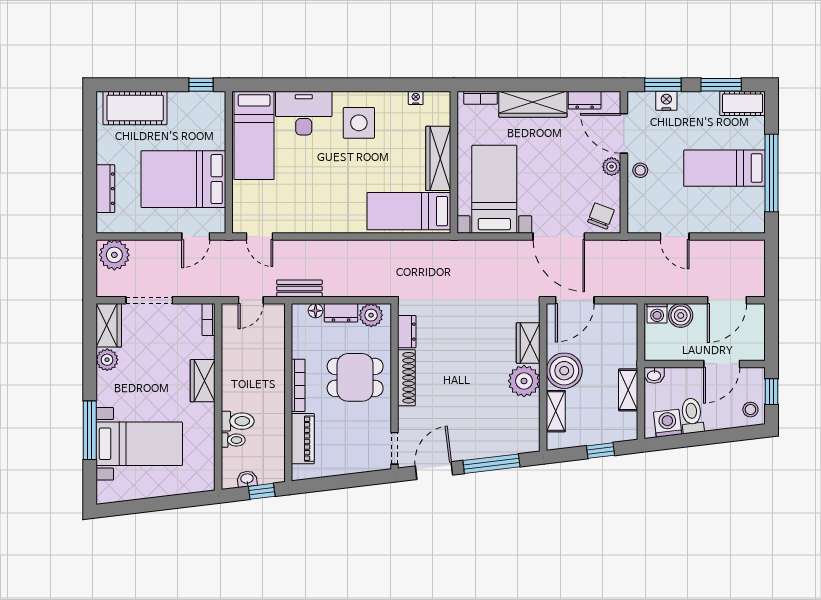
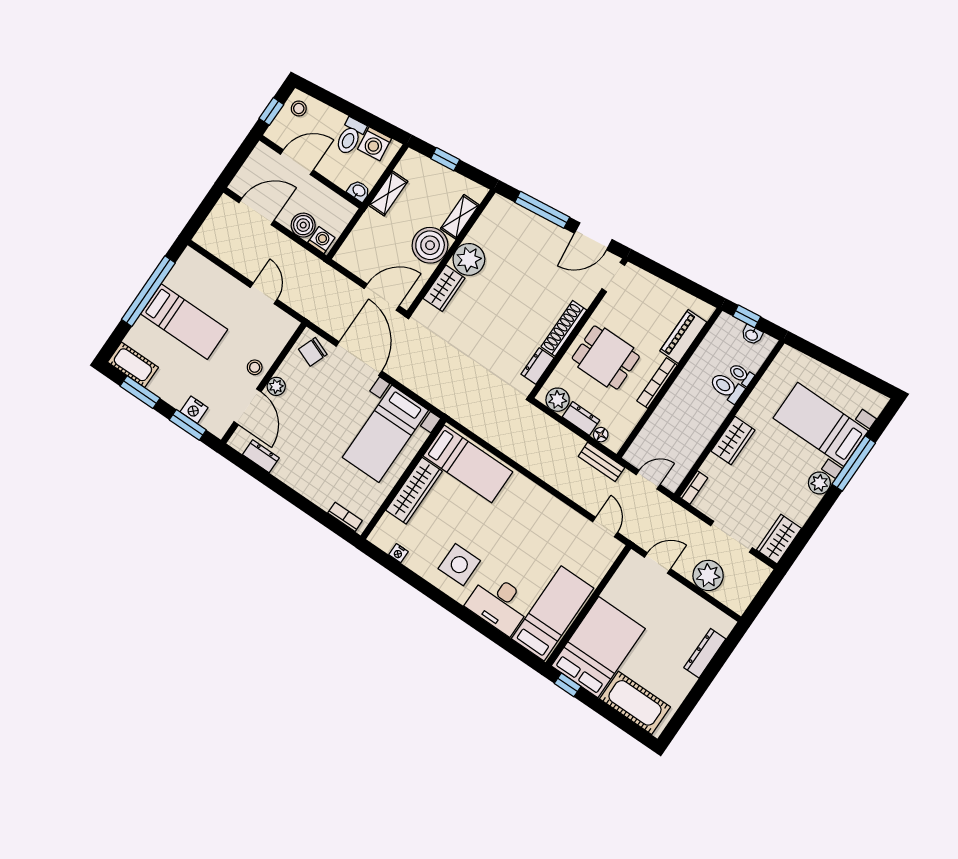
wardrobe: (533, 104) -> (306, 482), removed
bed: (183, 179) -> (598, 647), moved, turned -90
plant: (114, 255) -> (708, 575), moved
plant: (107, 360) -> (819, 483), moved

